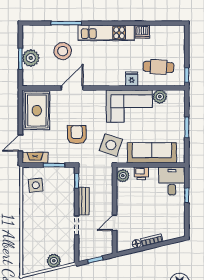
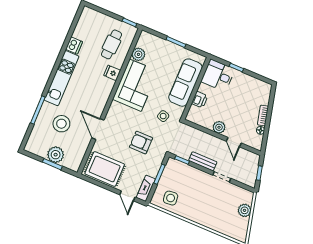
side table: (111, 145) -> (163, 116), width x0.54, depth x0.54
plant: (123, 176) -> (219, 127), moved

